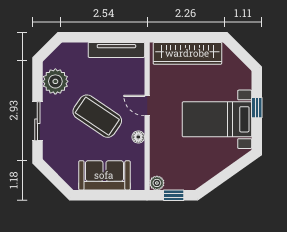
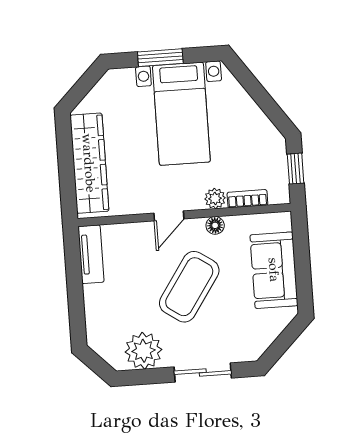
tv unit: (116, 50) -> (91, 254), width x0.71
window: (257, 108) -> (160, 58), width x1.50
bookcase: (155, 161) -> (247, 199), added
plant: (157, 183) -> (215, 198), moved

